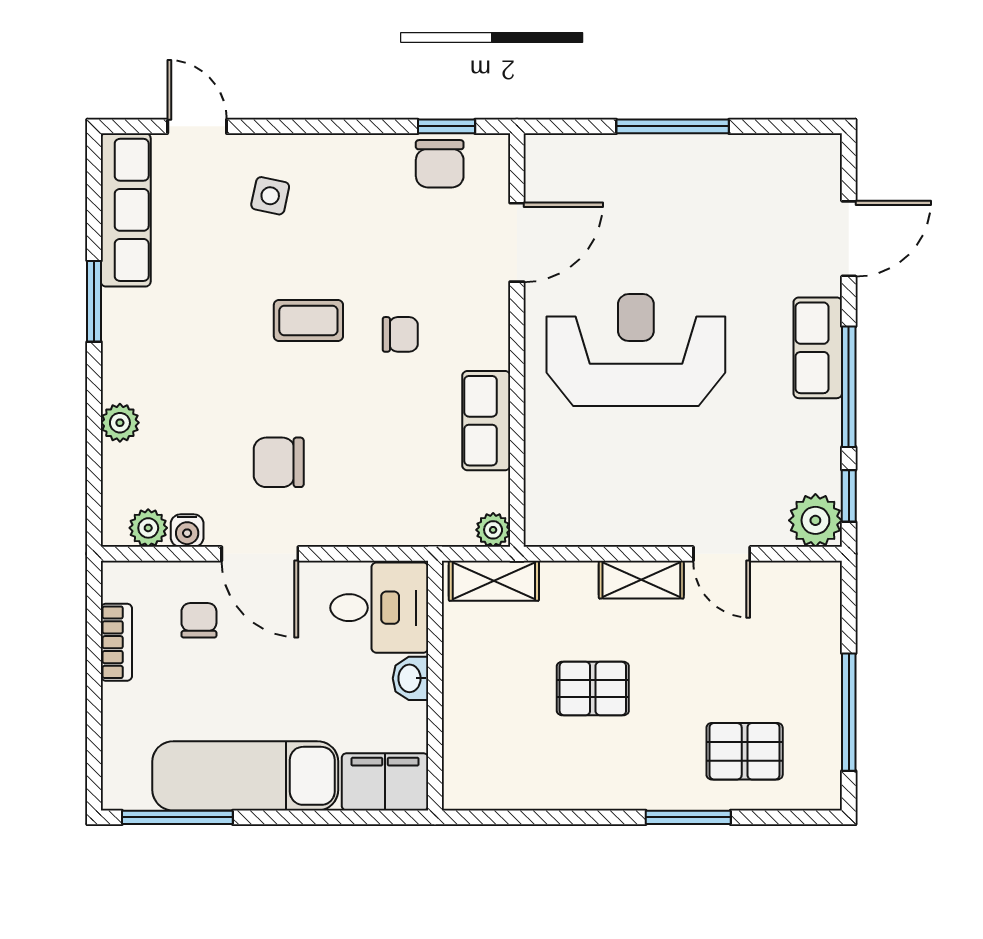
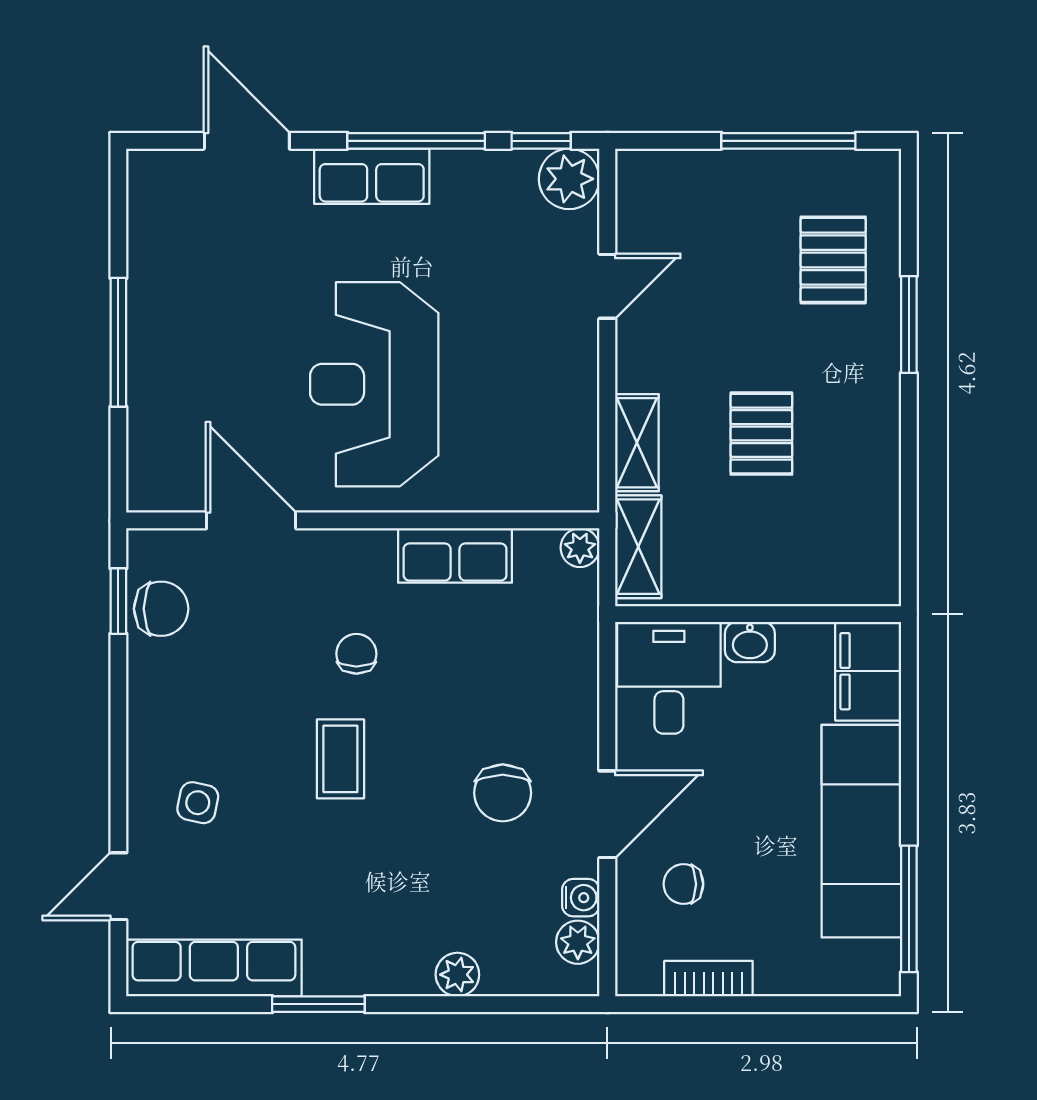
shelving: (641, 580) -> (637, 443), moved

